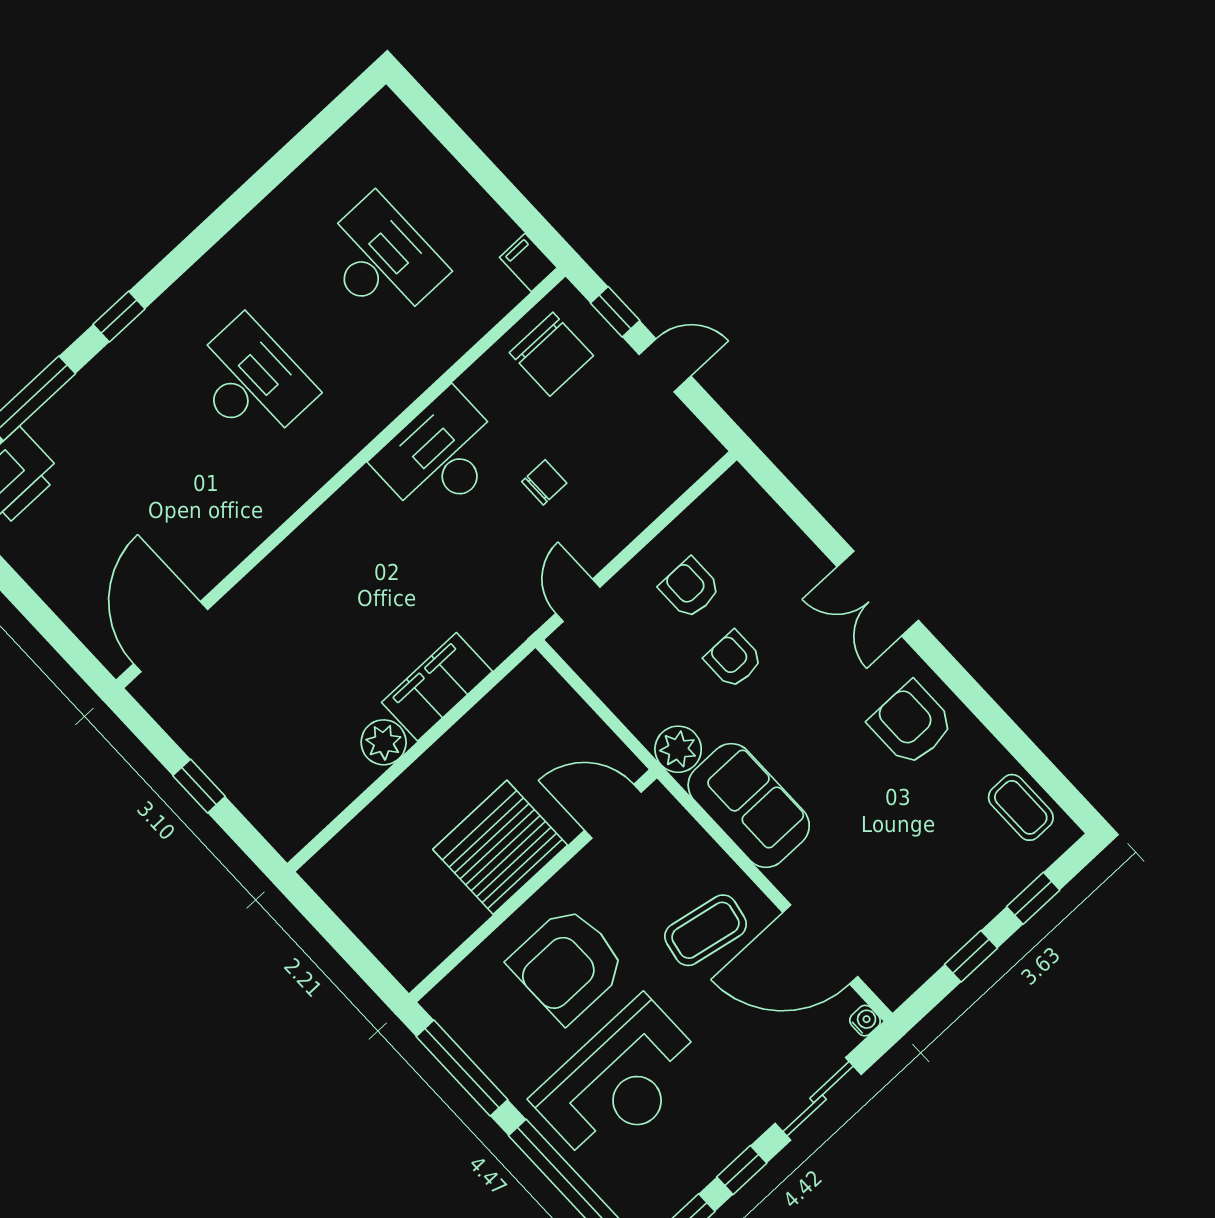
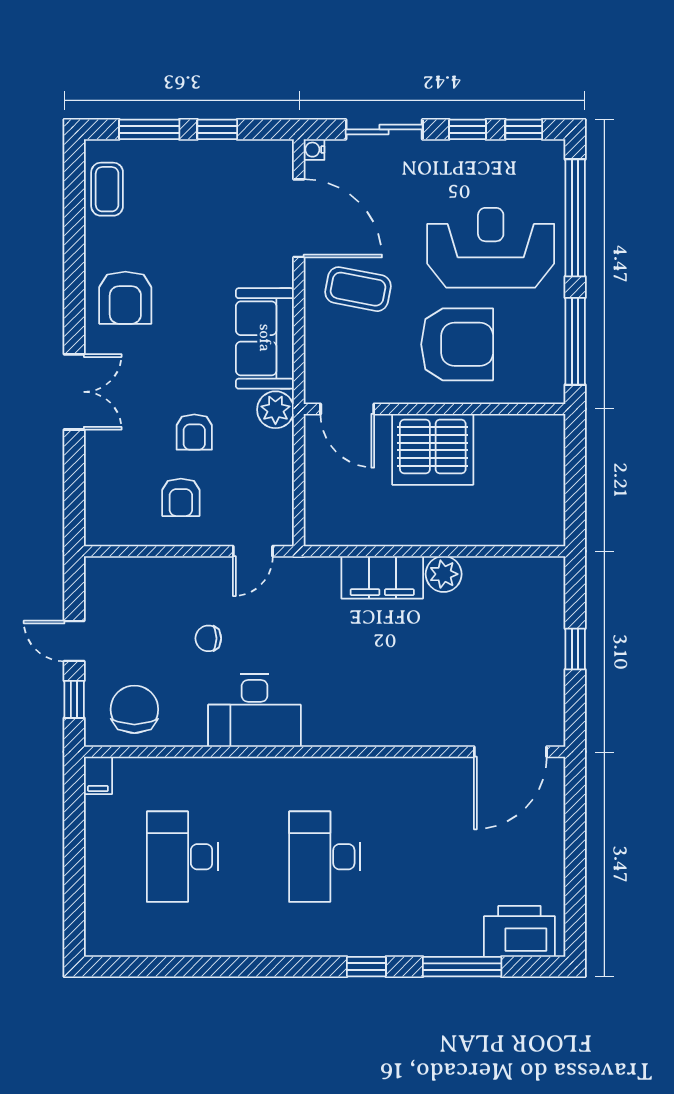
window: (1033, 898) -> (149, 129), width x1.50

